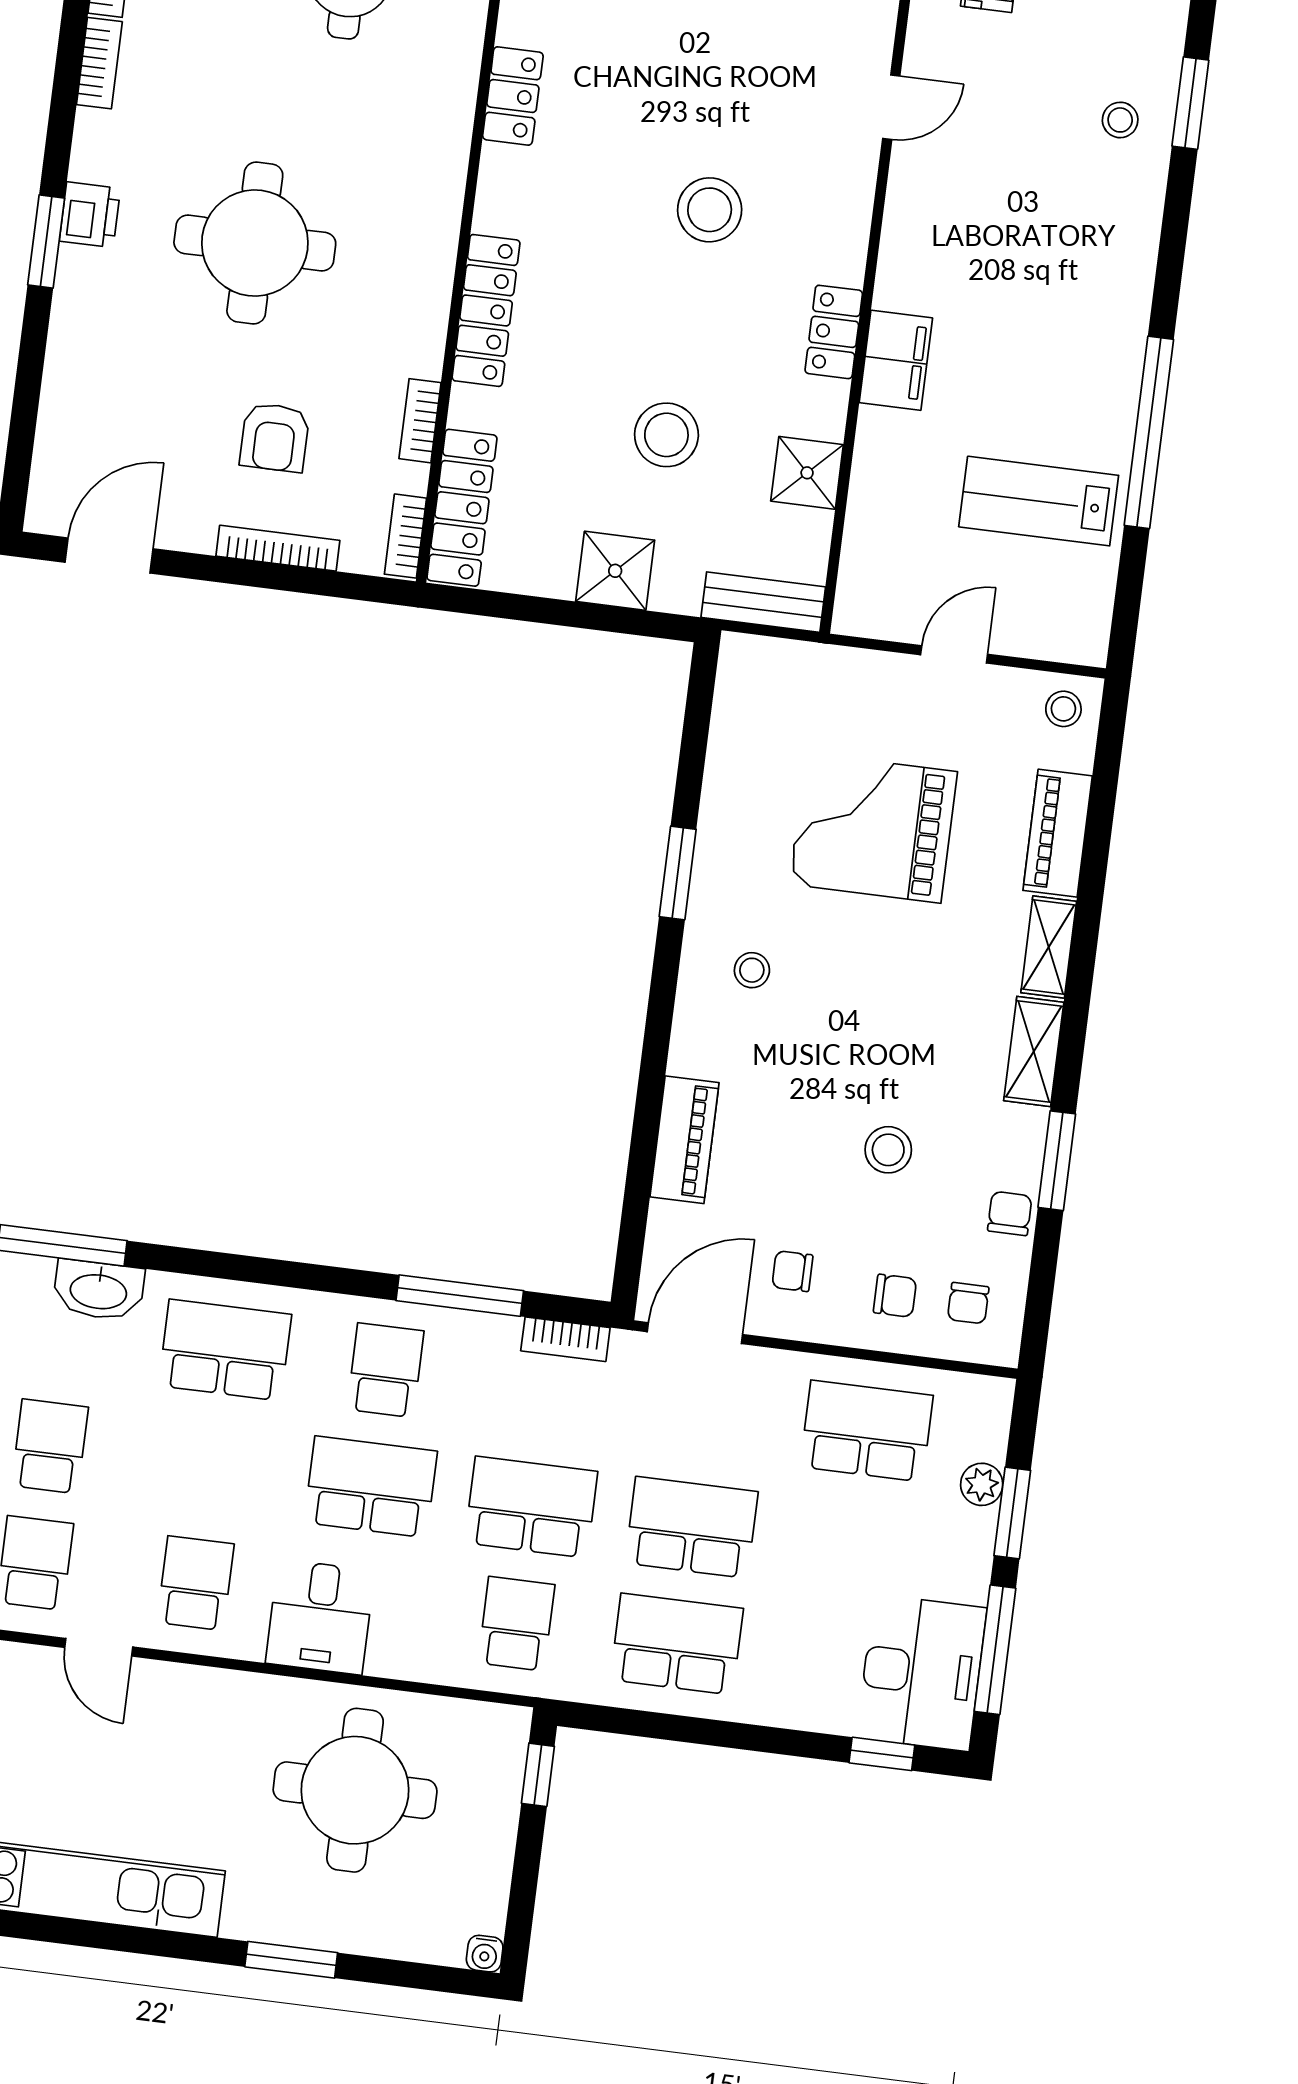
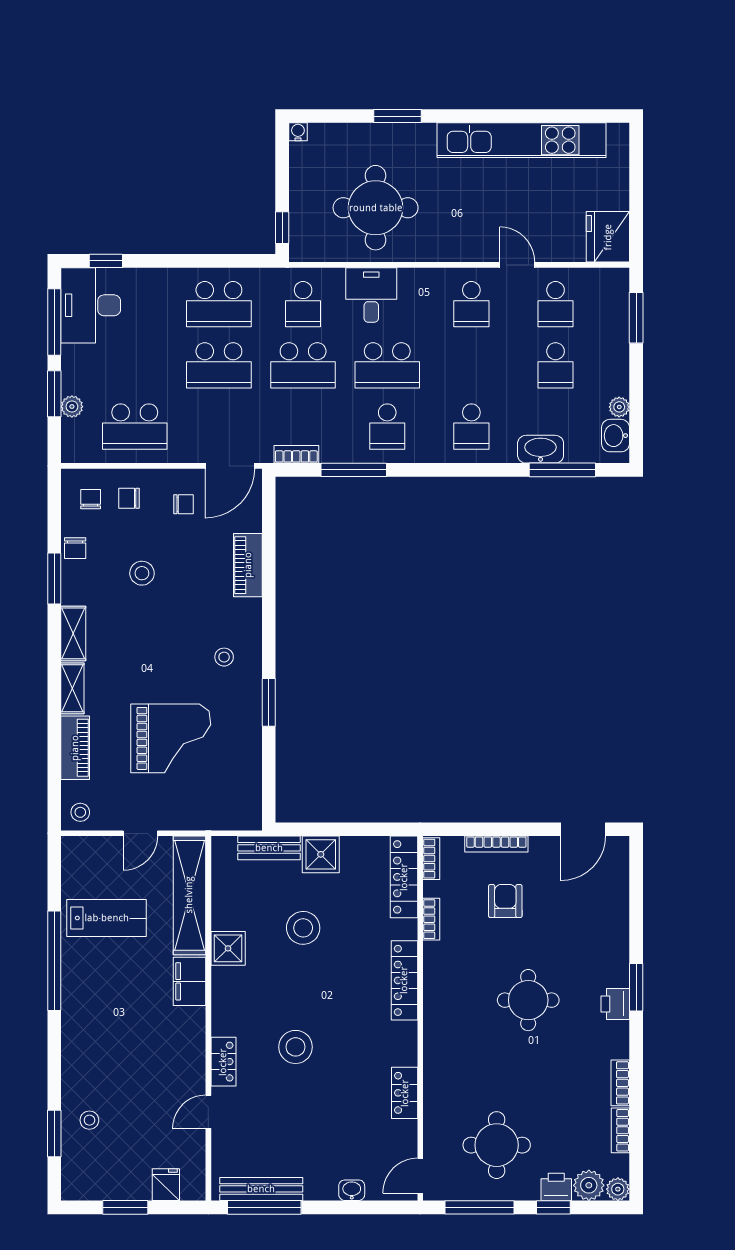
round table: (255, 243) -> (528, 1000), width x0.73, depth x0.73
locker: (834, 332) -> (223, 1062), moved
shower: (807, 473) -> (228, 948), moved
shelving: (875, 524) -> (189, 895), added
bench: (763, 602) -> (269, 848), moved
school desk: (225, 1350) -> (471, 427), width x0.54
desk: (320, 1617) -> (371, 295), moved

